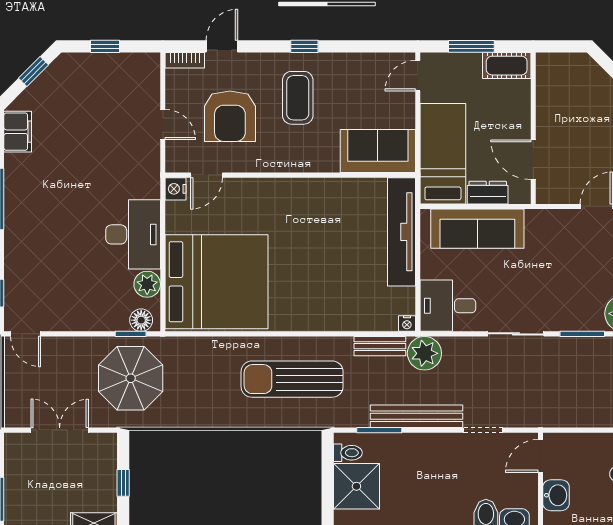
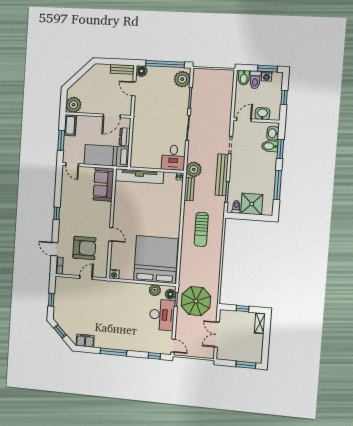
plant: (553, 70) -> (74, 105), added
coffee table: (298, 98) -> (78, 218), removed
door: (206, 175) -> (111, 234), moved
sofa: (477, 229) -> (140, 142), removed
desk: (133, 234) -> (162, 315), moved, turned 90
door: (26, 334) -> (173, 346), hinge flipped
sun lounger: (292, 379) -> (201, 229), width x0.73, depth x0.75
door: (540, 456) -> (244, 120), swing flipped

